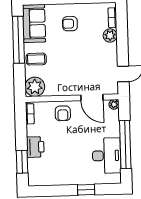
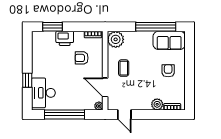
coffee table: (36, 59) -> (124, 68), moved
door: (92, 98) -> (105, 87), hinge flipped
armchair: (63, 113) -> (82, 58), moved
desk: (106, 156) -> (43, 93), moved, turned 90

